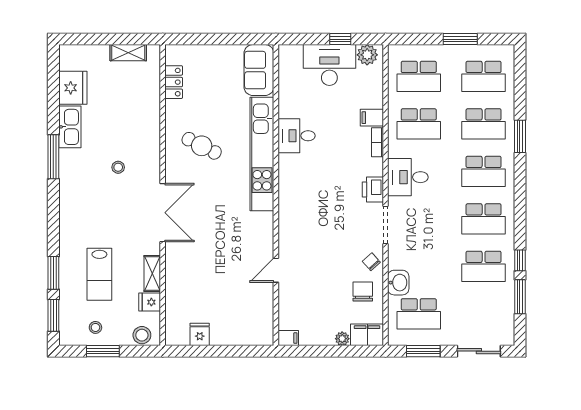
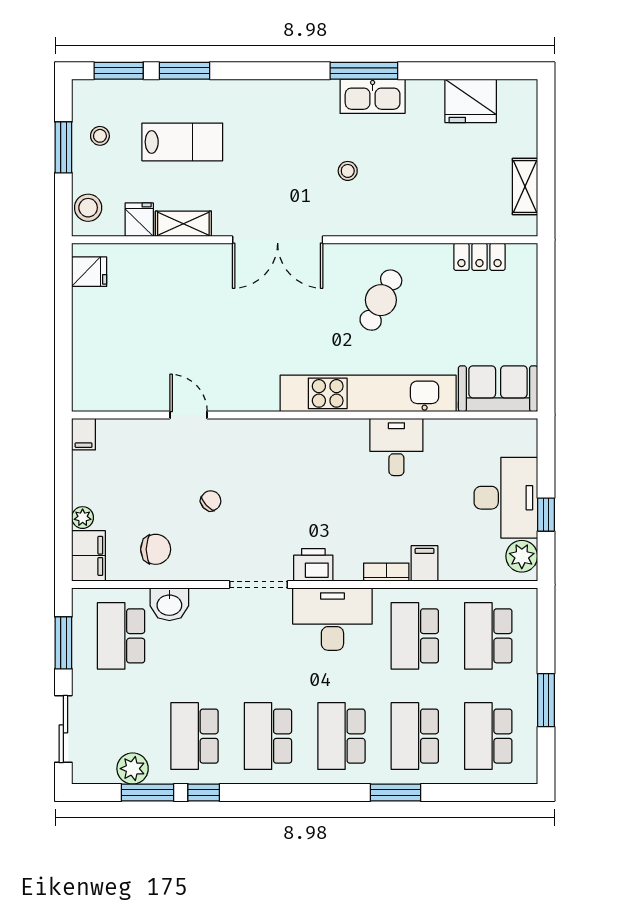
kitchen sink: (70, 127) -> (373, 96), moved
desk: (408, 177) -> (332, 619), width x1.37
chair: (371, 262) -> (211, 501), moved
lab bench: (99, 274) -> (182, 142), turned 180
plant: (504, 306) -> (133, 769), added
fridge: (200, 334) -> (89, 272), moved

